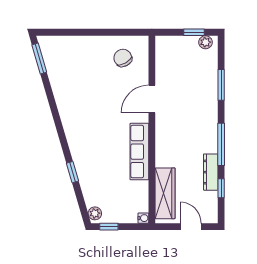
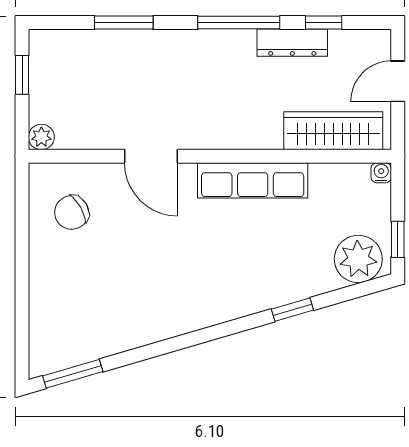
plant: (205, 42) -> (41, 137), moved
plant: (95, 213) -> (358, 259), width x1.87, depth x1.87

